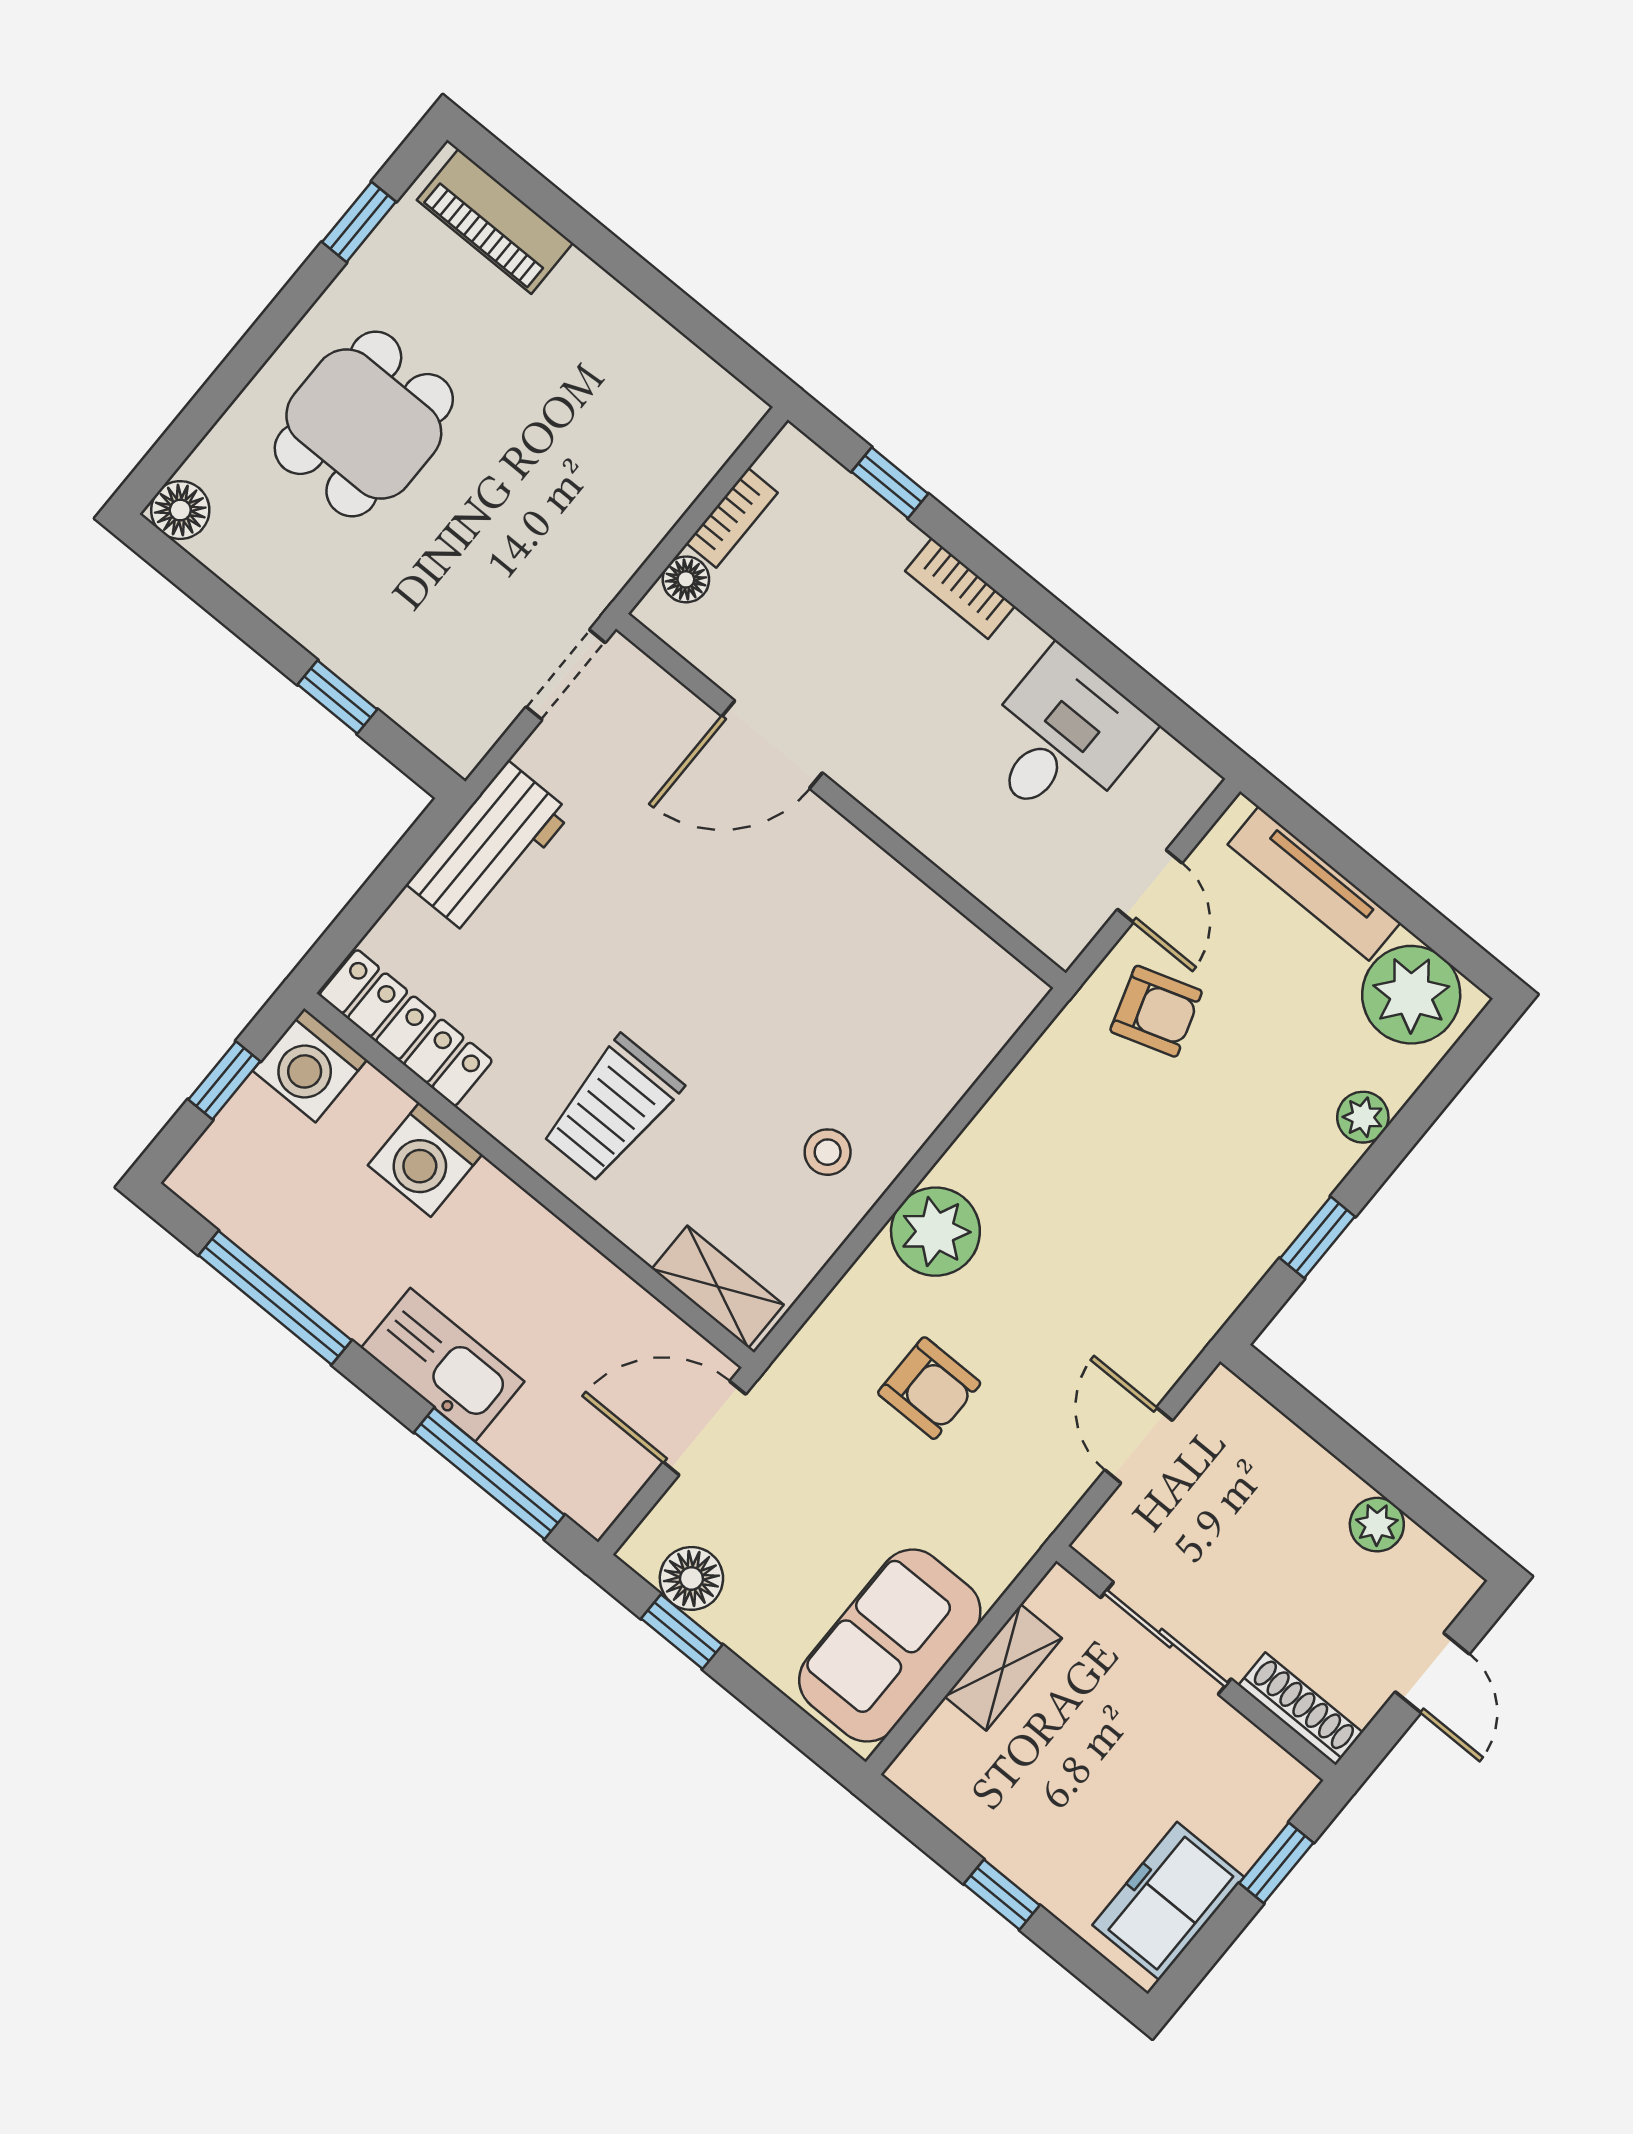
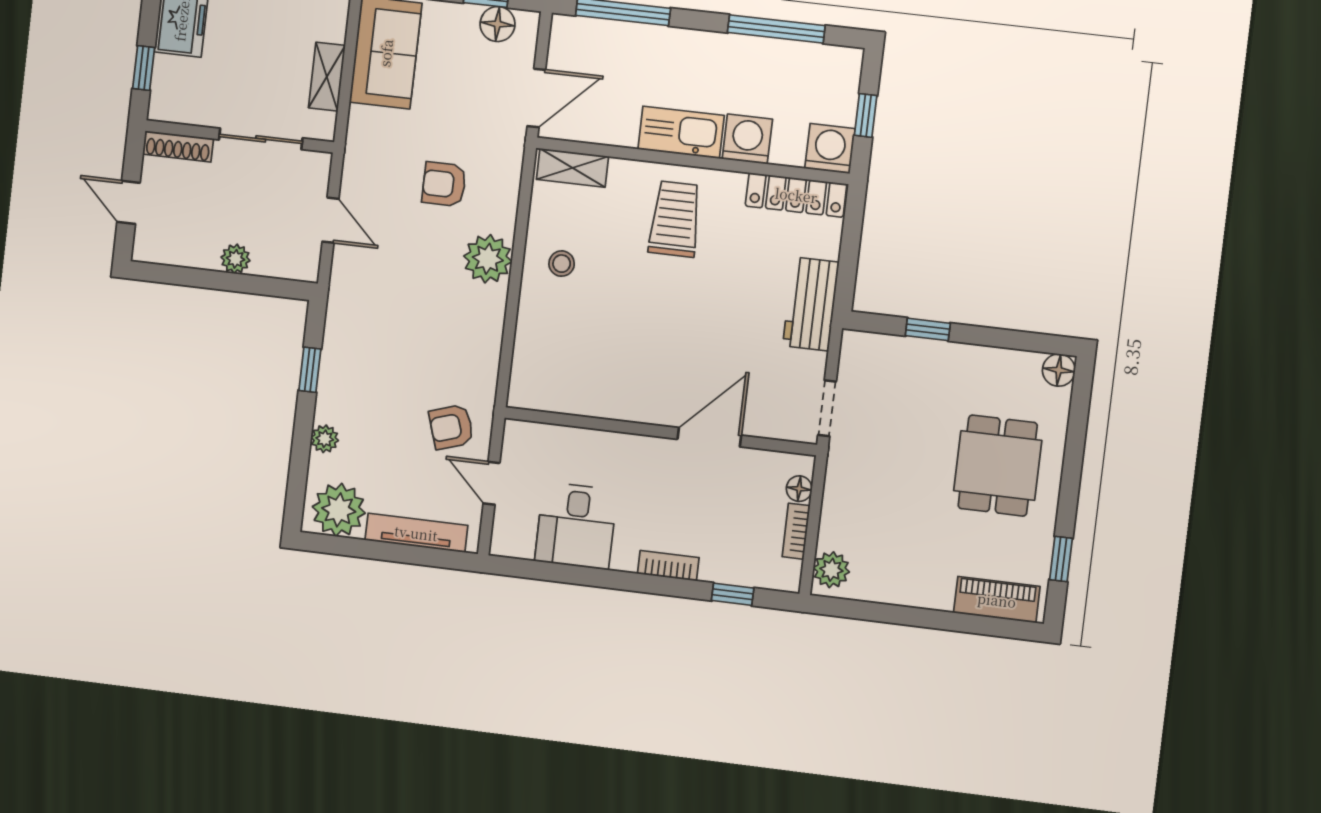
plant: (716, 425) -> (831, 570), added
kitchen sink: (443, 1365) -> (681, 132), moved, turned 180
plant: (1377, 1525) -> (235, 259), moved

